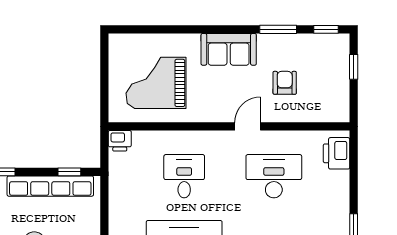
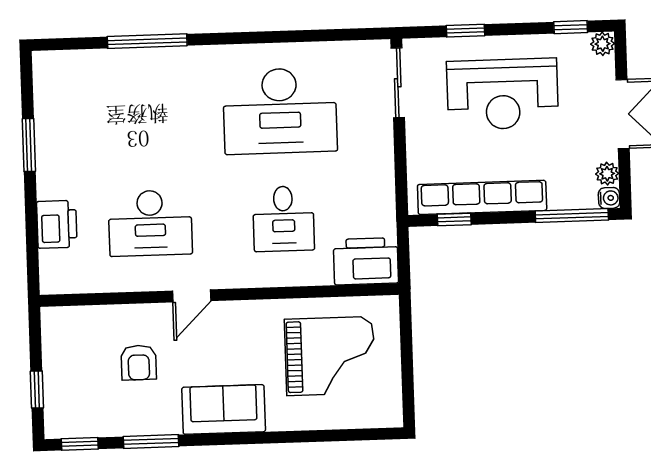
printer: (120, 141) -> (366, 261), width x1.87, depth x1.48
printer: (337, 153) -> (57, 224), moved

